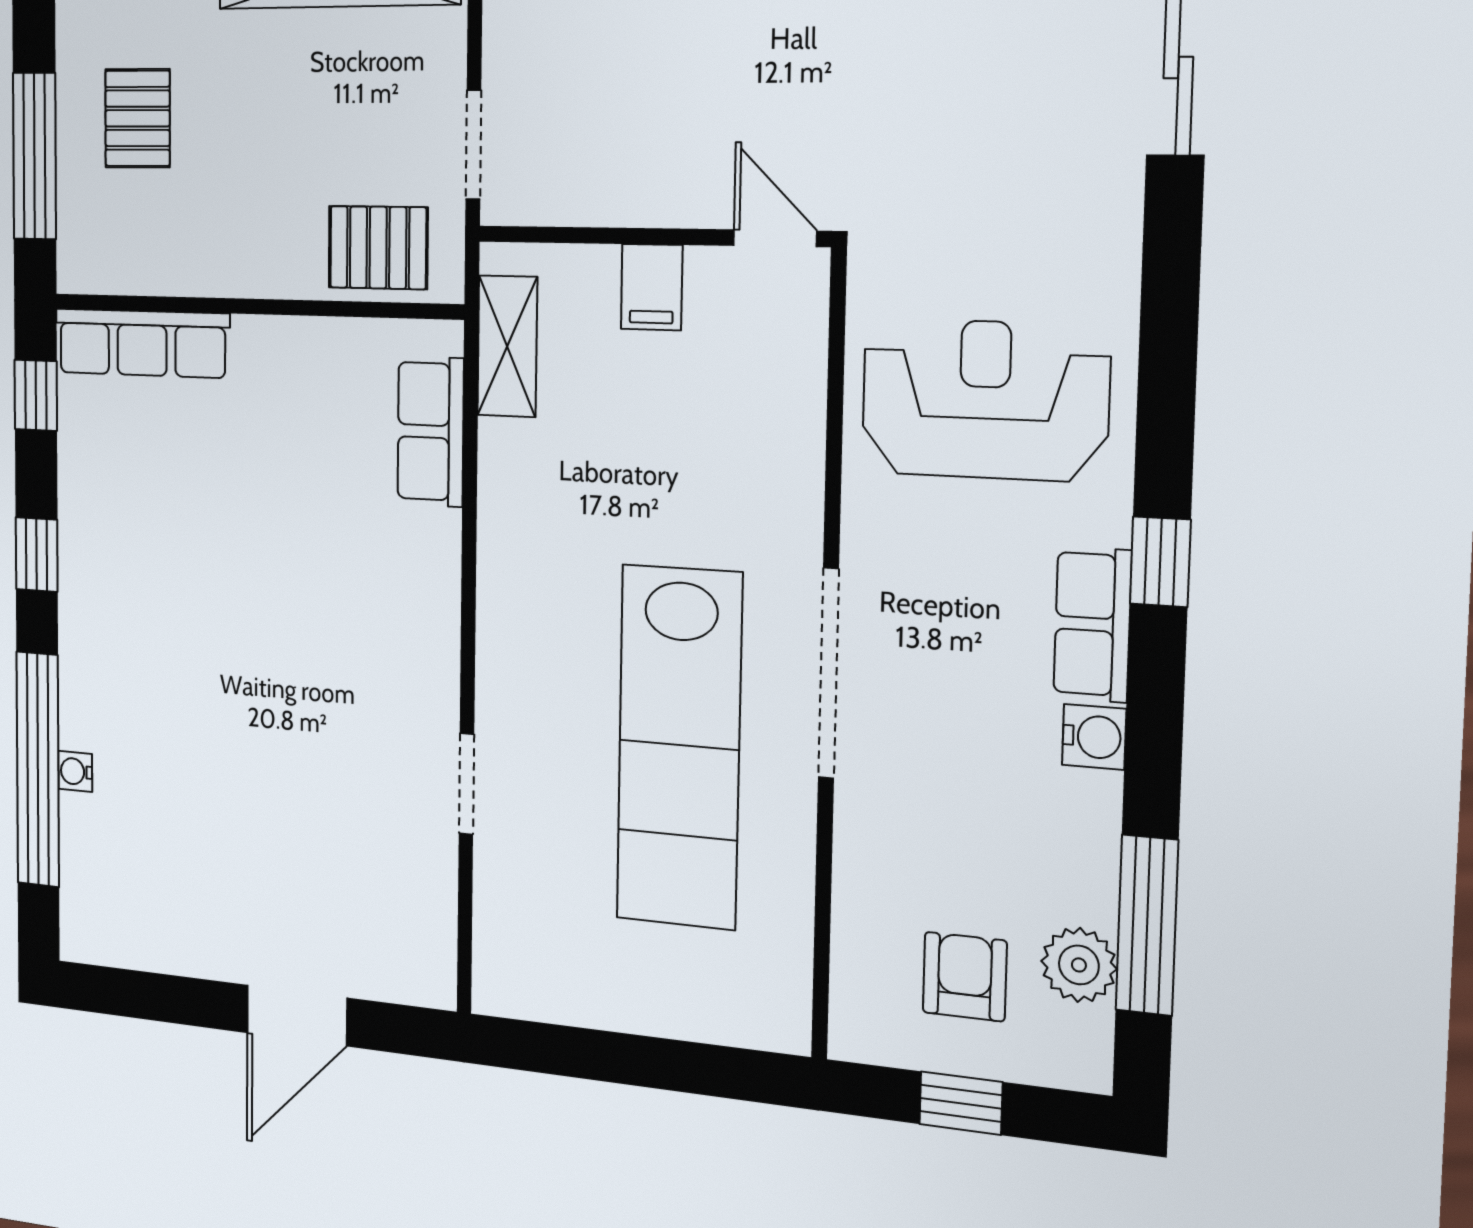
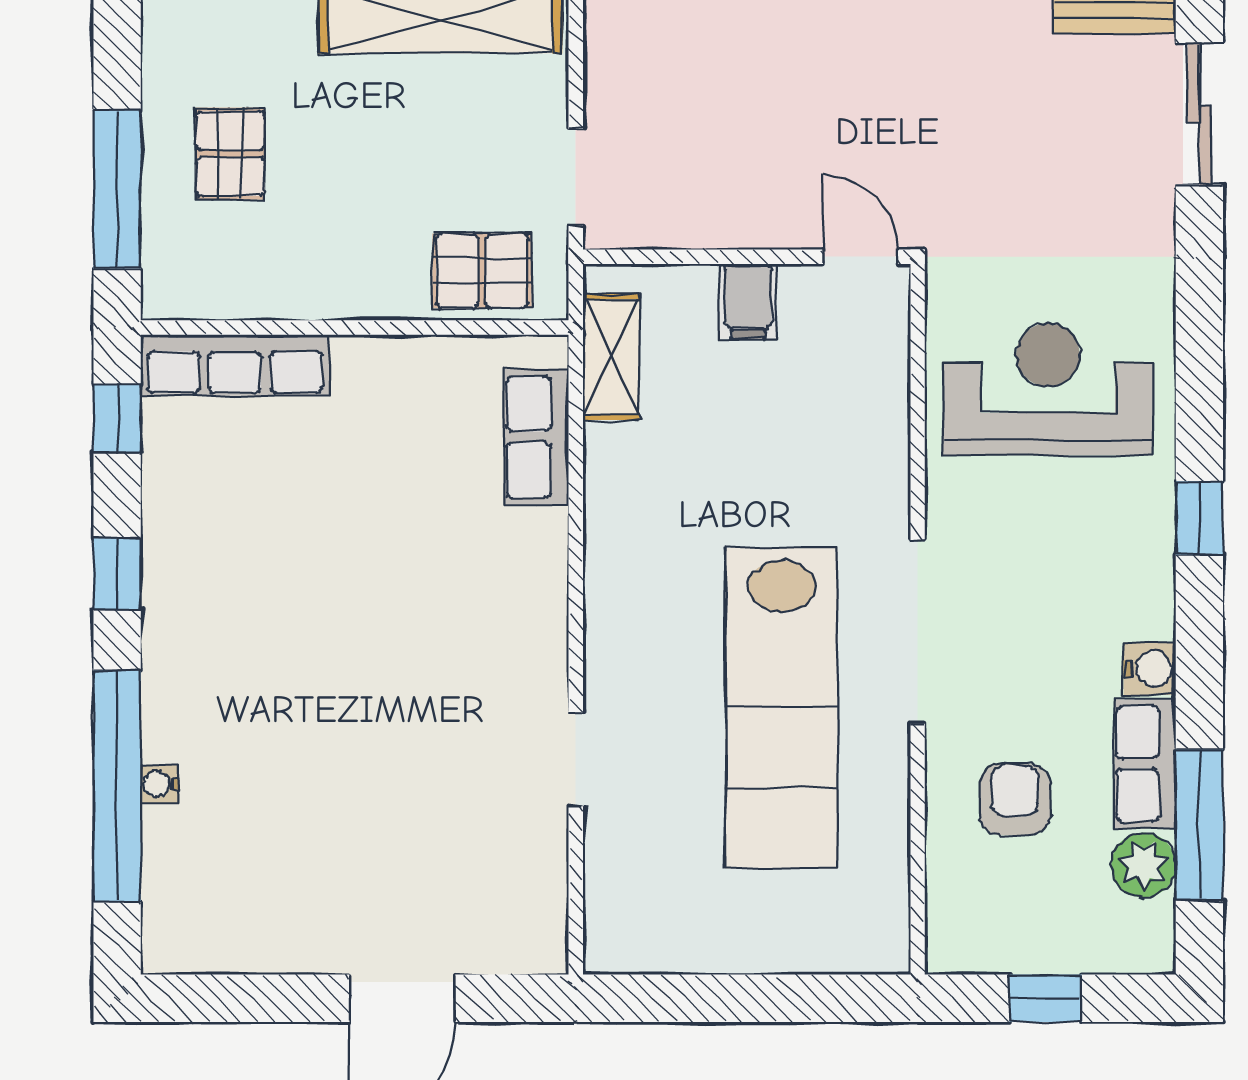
row of seats: (1092, 624) -> (1145, 764), moved
armchair: (965, 977) -> (1015, 799), moved

